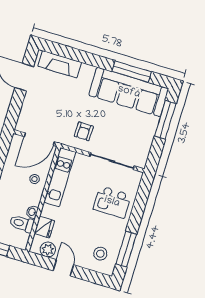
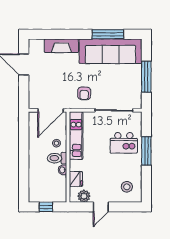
fireplace: (60, 64) -> (61, 46), moved
window: (165, 120) -> (146, 77), moved
toilet: (22, 224) -> (57, 158), moved
window: (126, 249) -> (146, 151), moved
door: (63, 268) -> (101, 207), swing flipped

